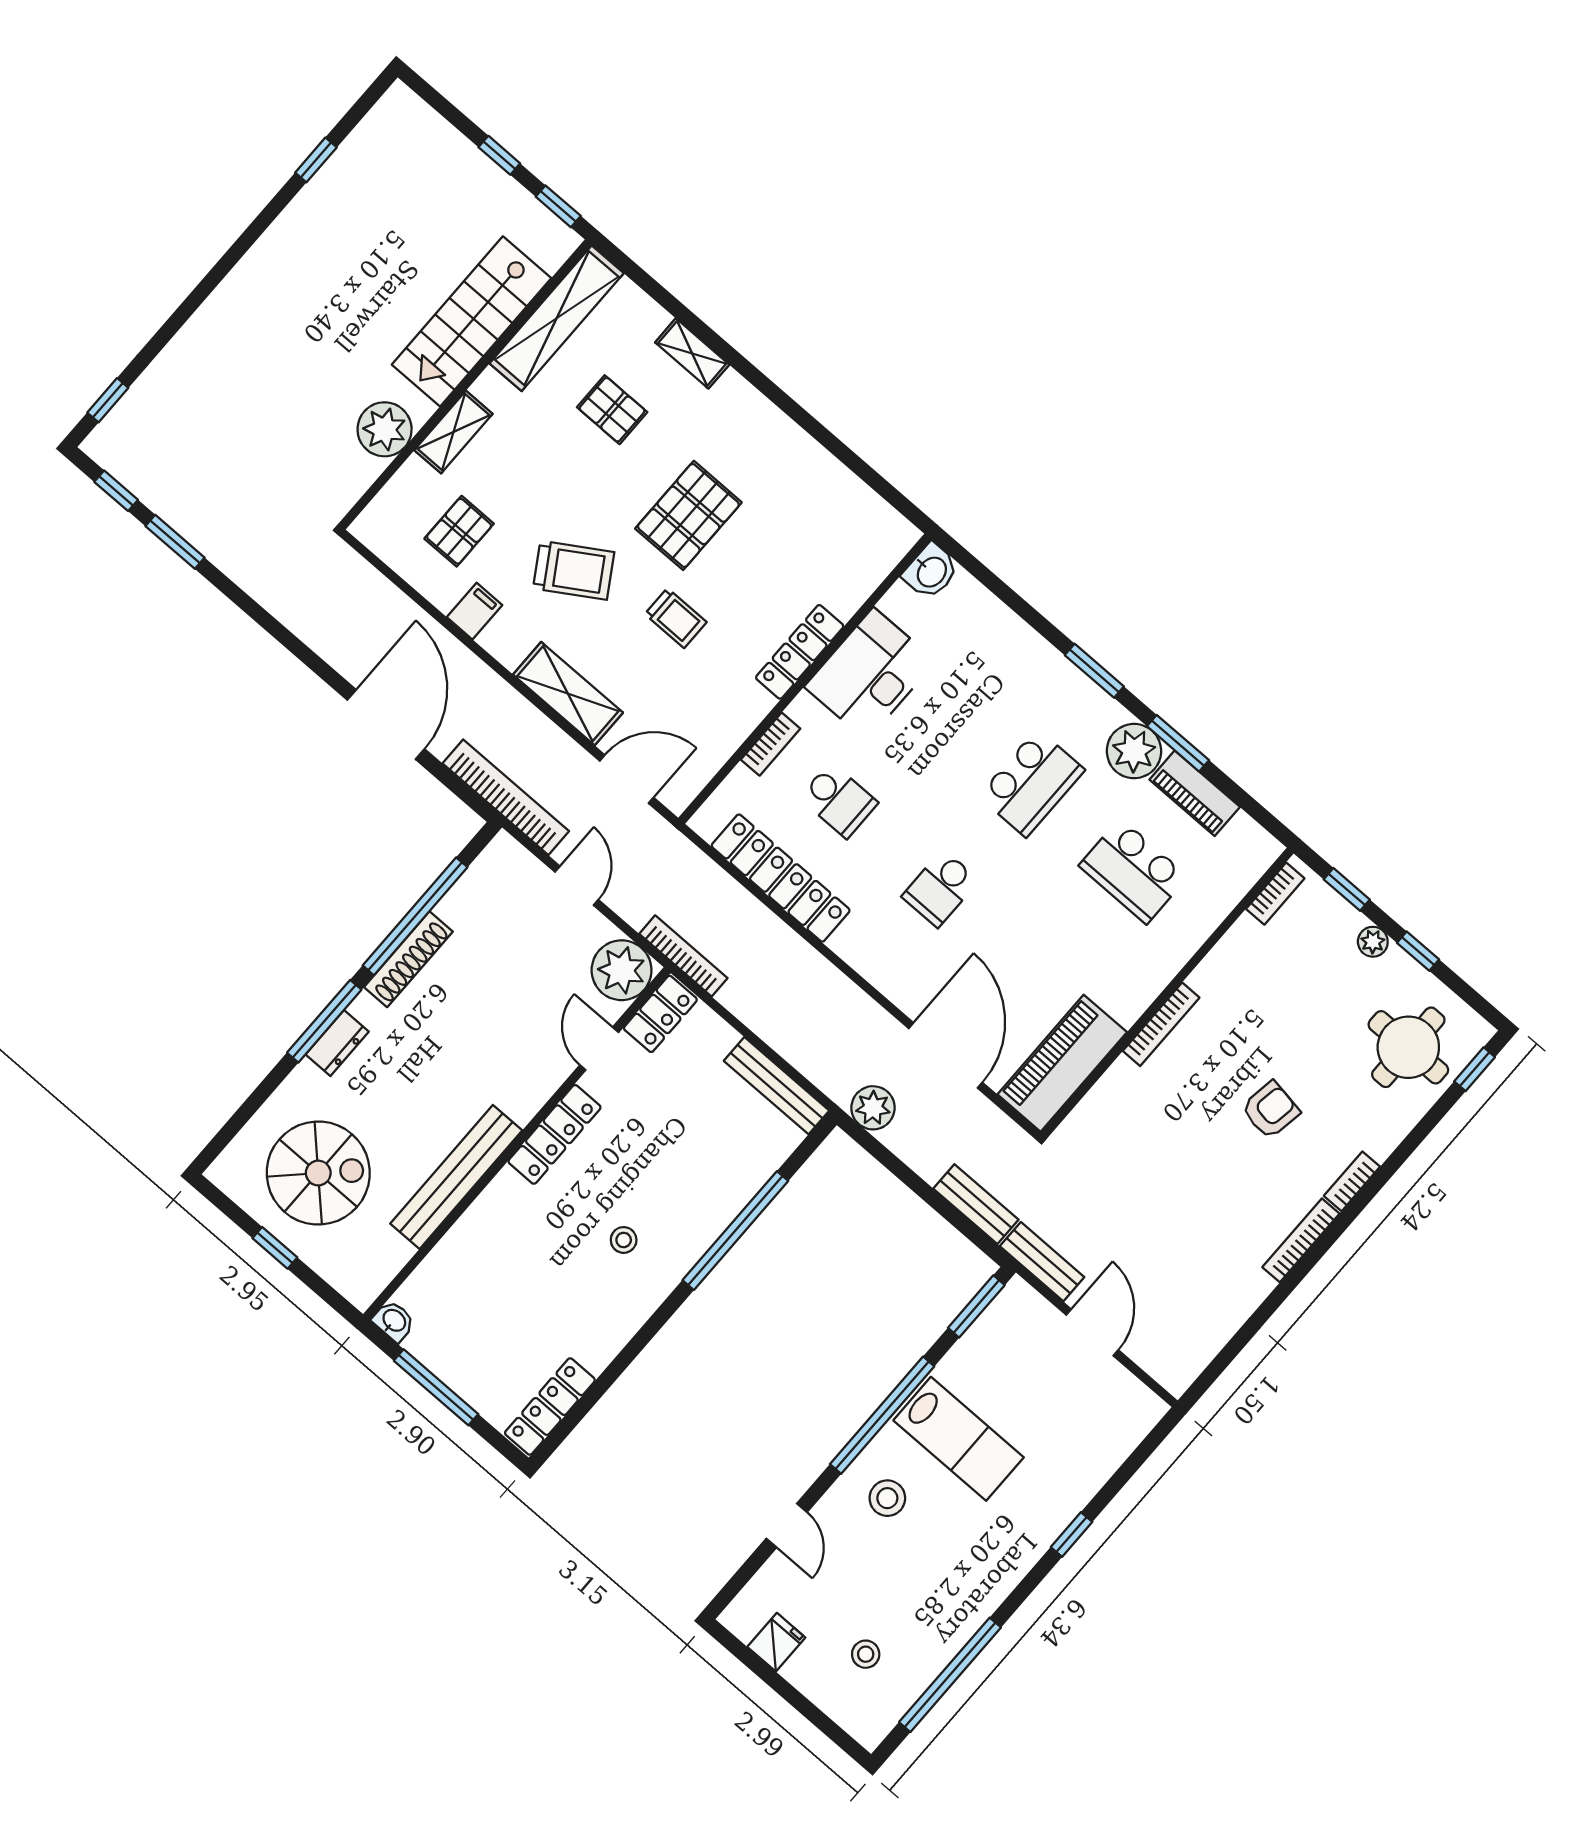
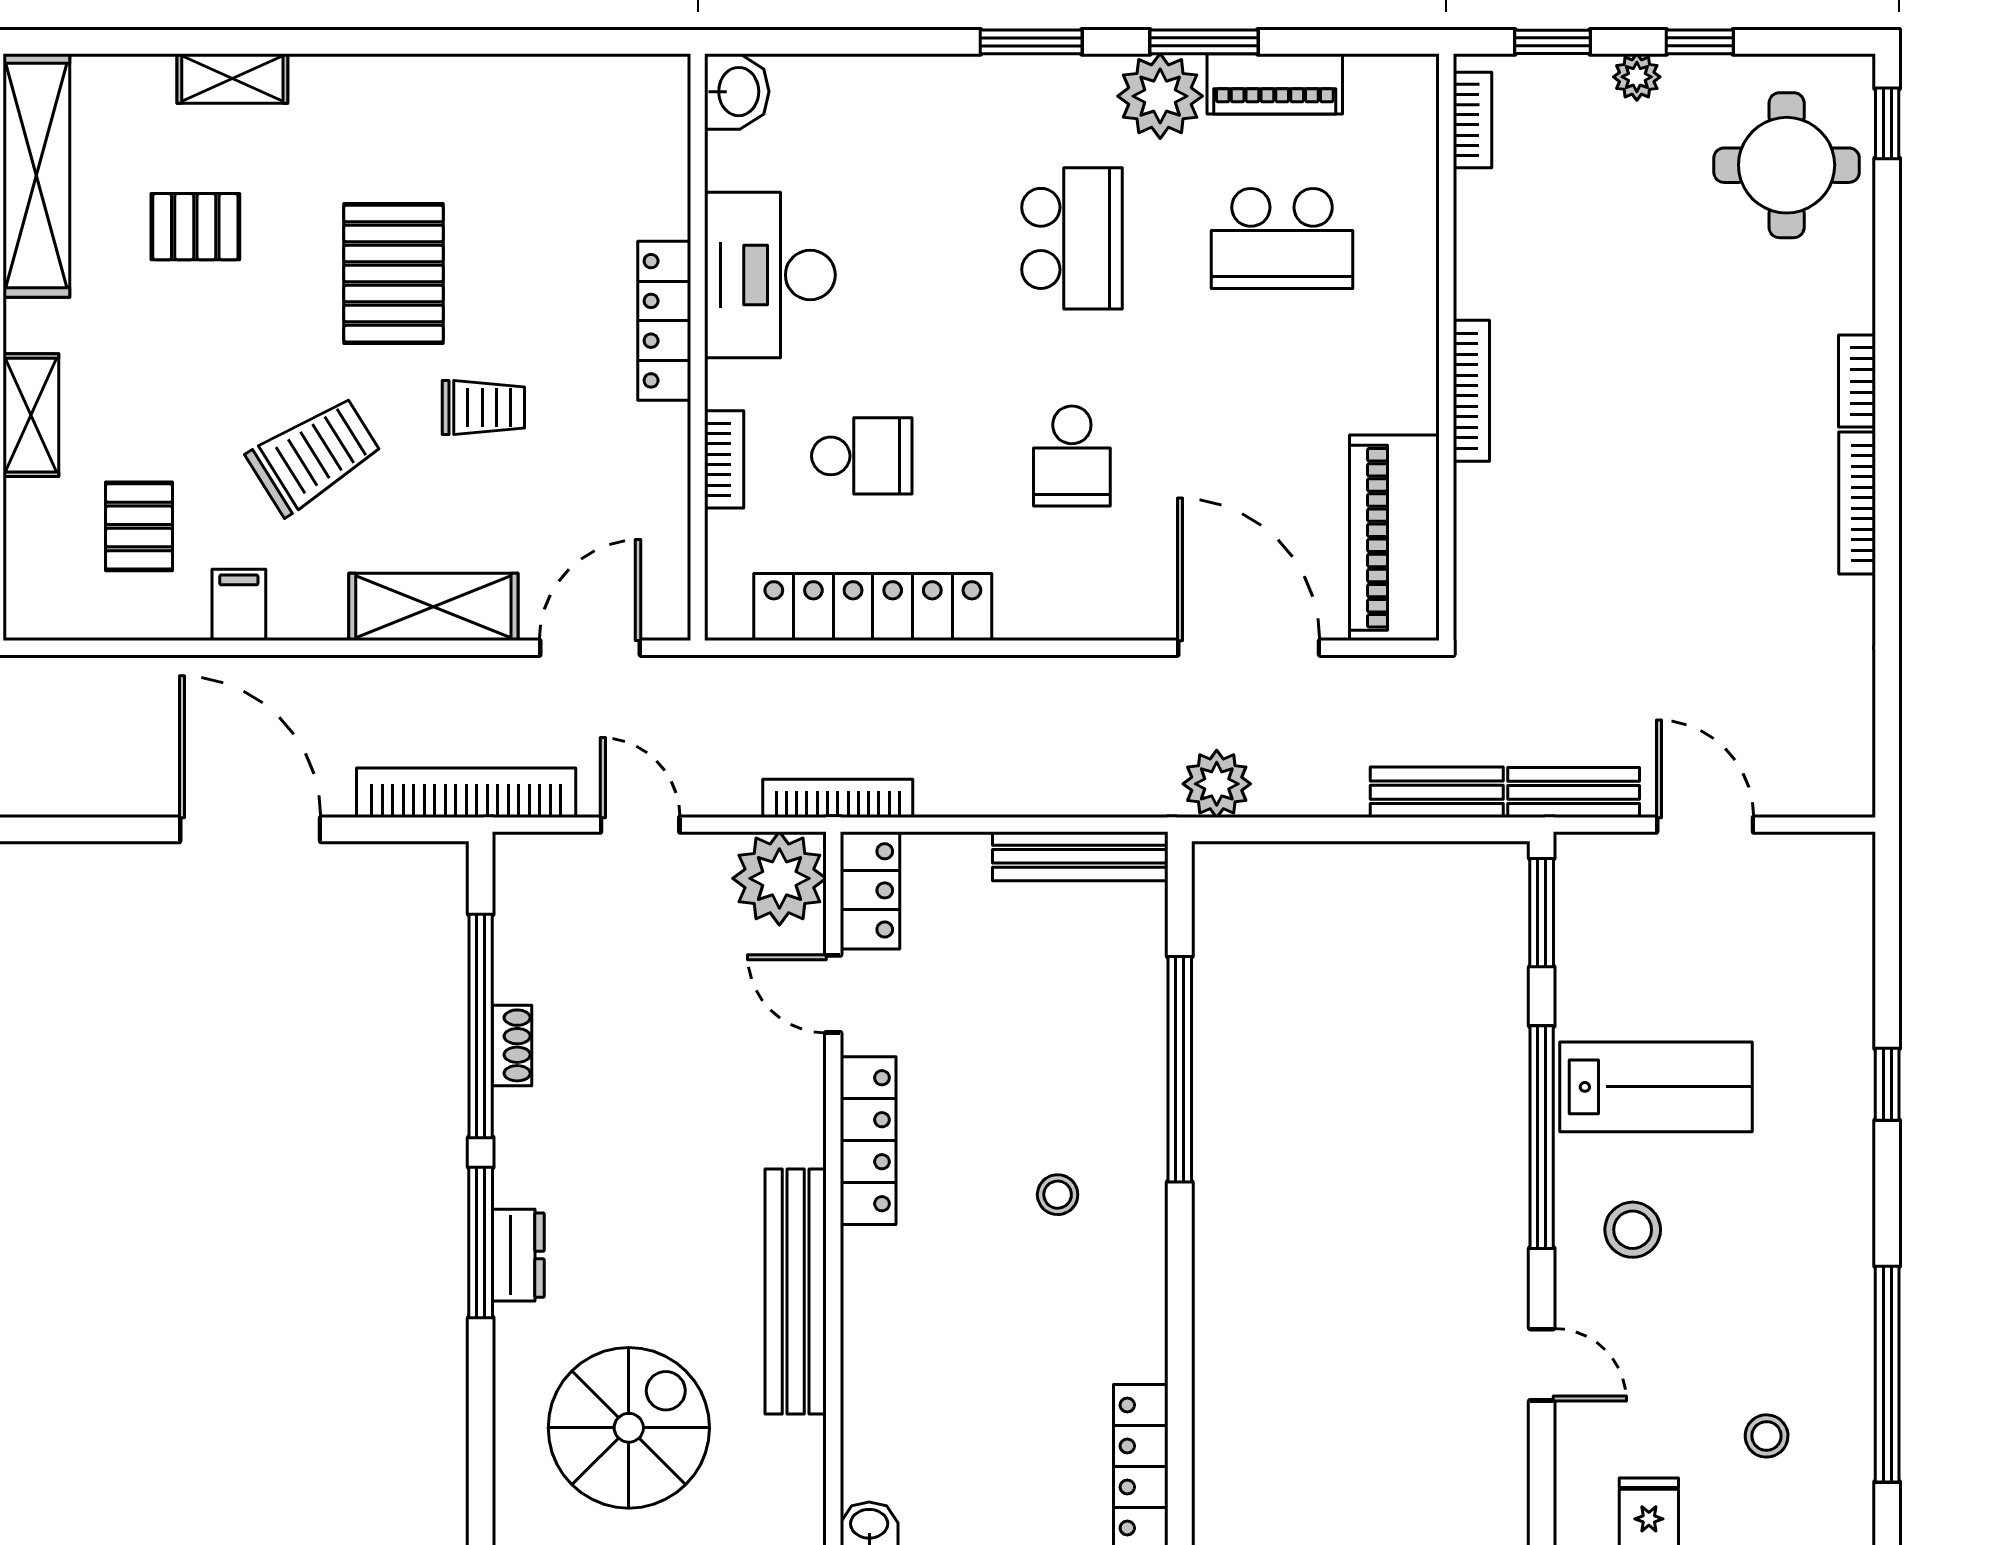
shoe rack: (408, 959) -> (512, 1045), width x0.51, depth x0.81
armchair: (1270, 1110) -> (1688, 380), removed

